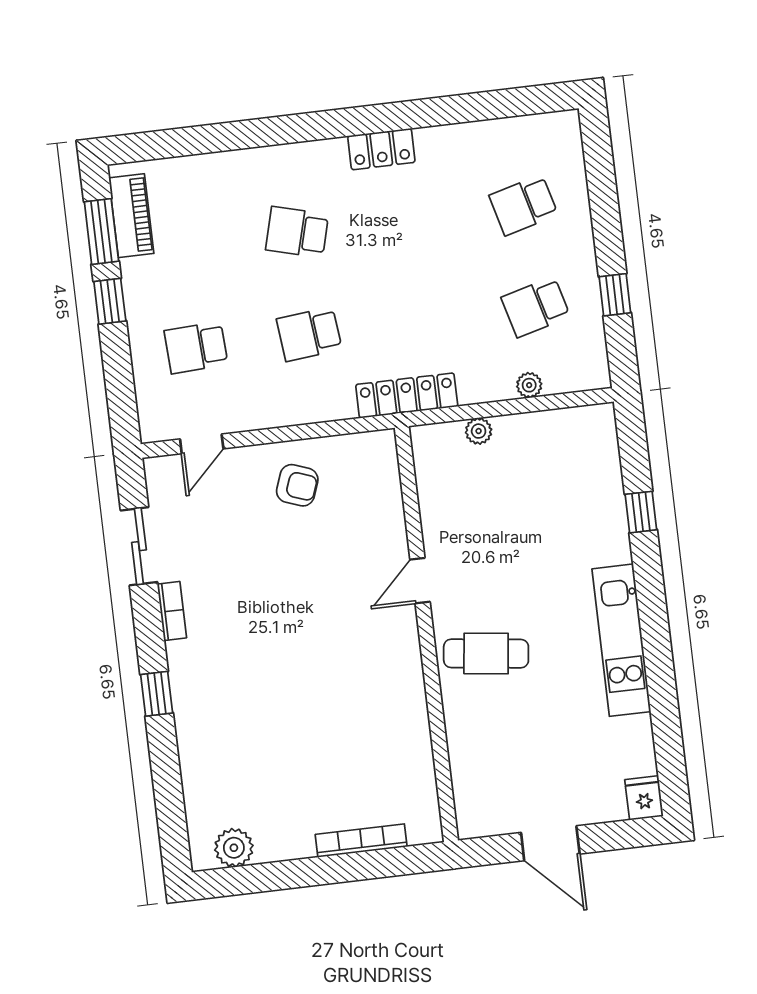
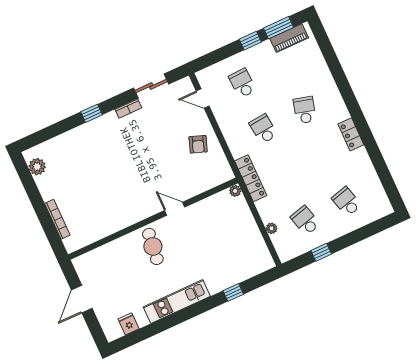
plant: (479, 431) -> (235, 191), moved
fridge: (644, 798) -> (129, 324), moved, turned -90

